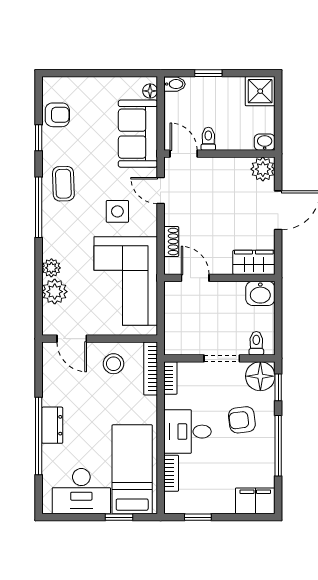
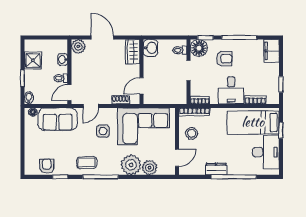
shower: (260, 91) -> (33, 60), moved
washbasin: (265, 142) -> (63, 59), moved
plant: (51, 268) -> (131, 165), width x1.88, depth x1.88
armchair: (242, 420) -> (224, 59), turned -83
dresser: (52, 425) -> (216, 169), moved

